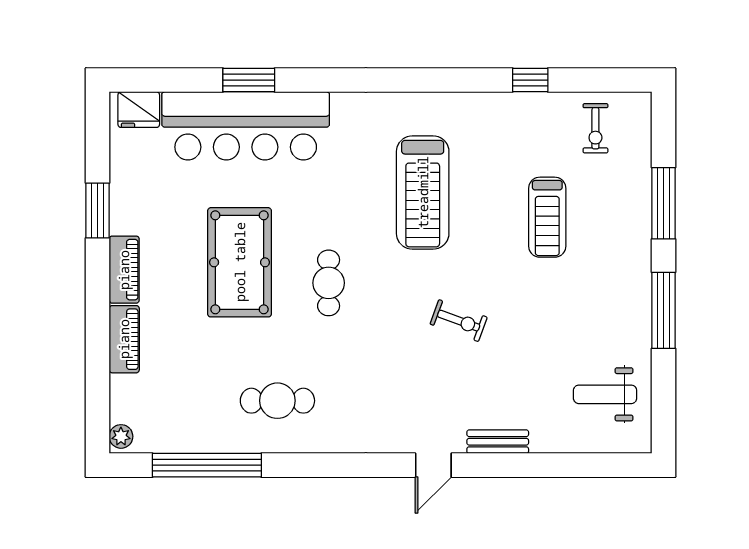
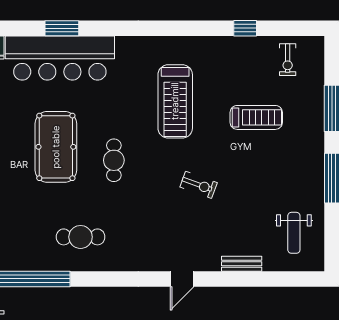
treadmill: (547, 217) -> (256, 117), turned -90
weight bench: (605, 394) -> (294, 233), turned -90
bench: (498, 442) -> (242, 264), moved

